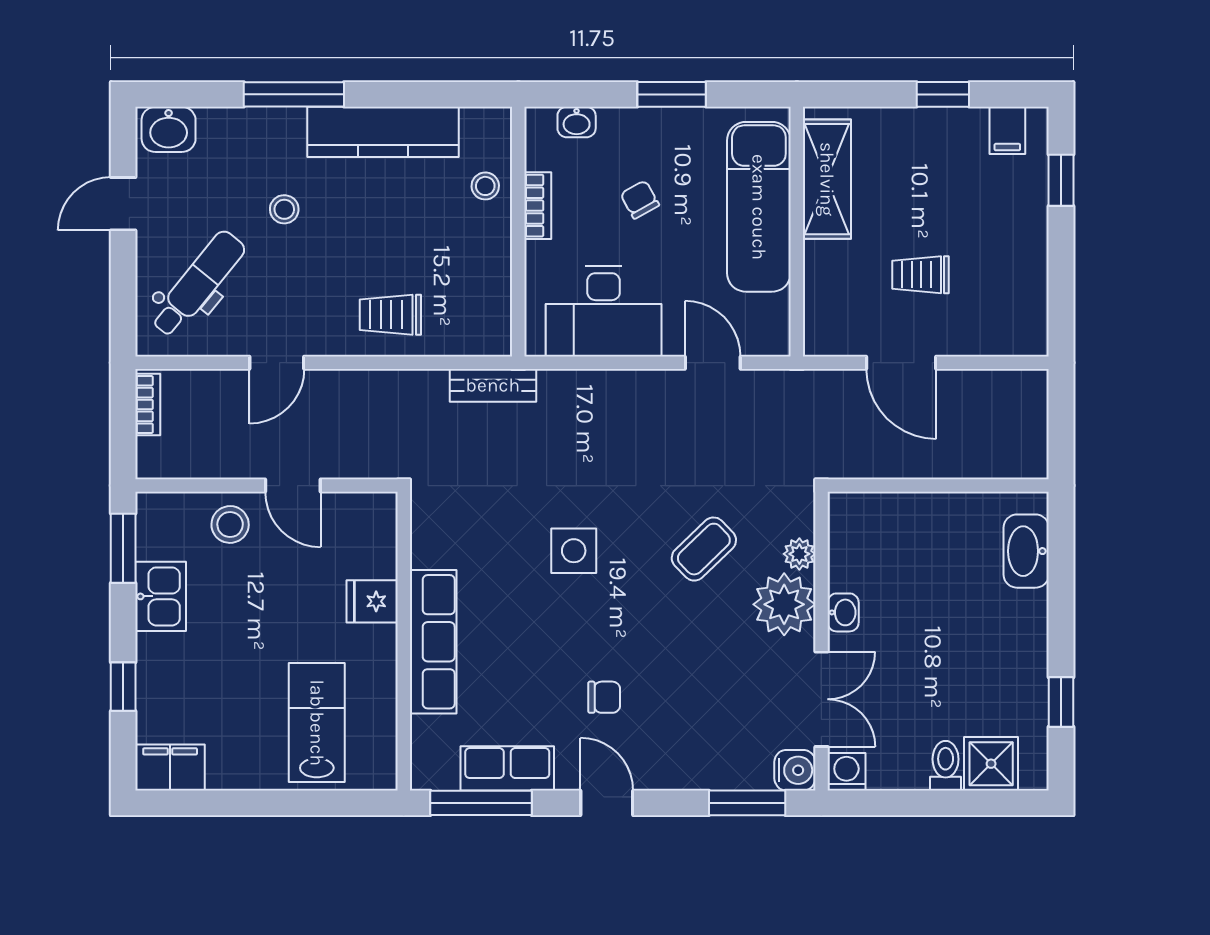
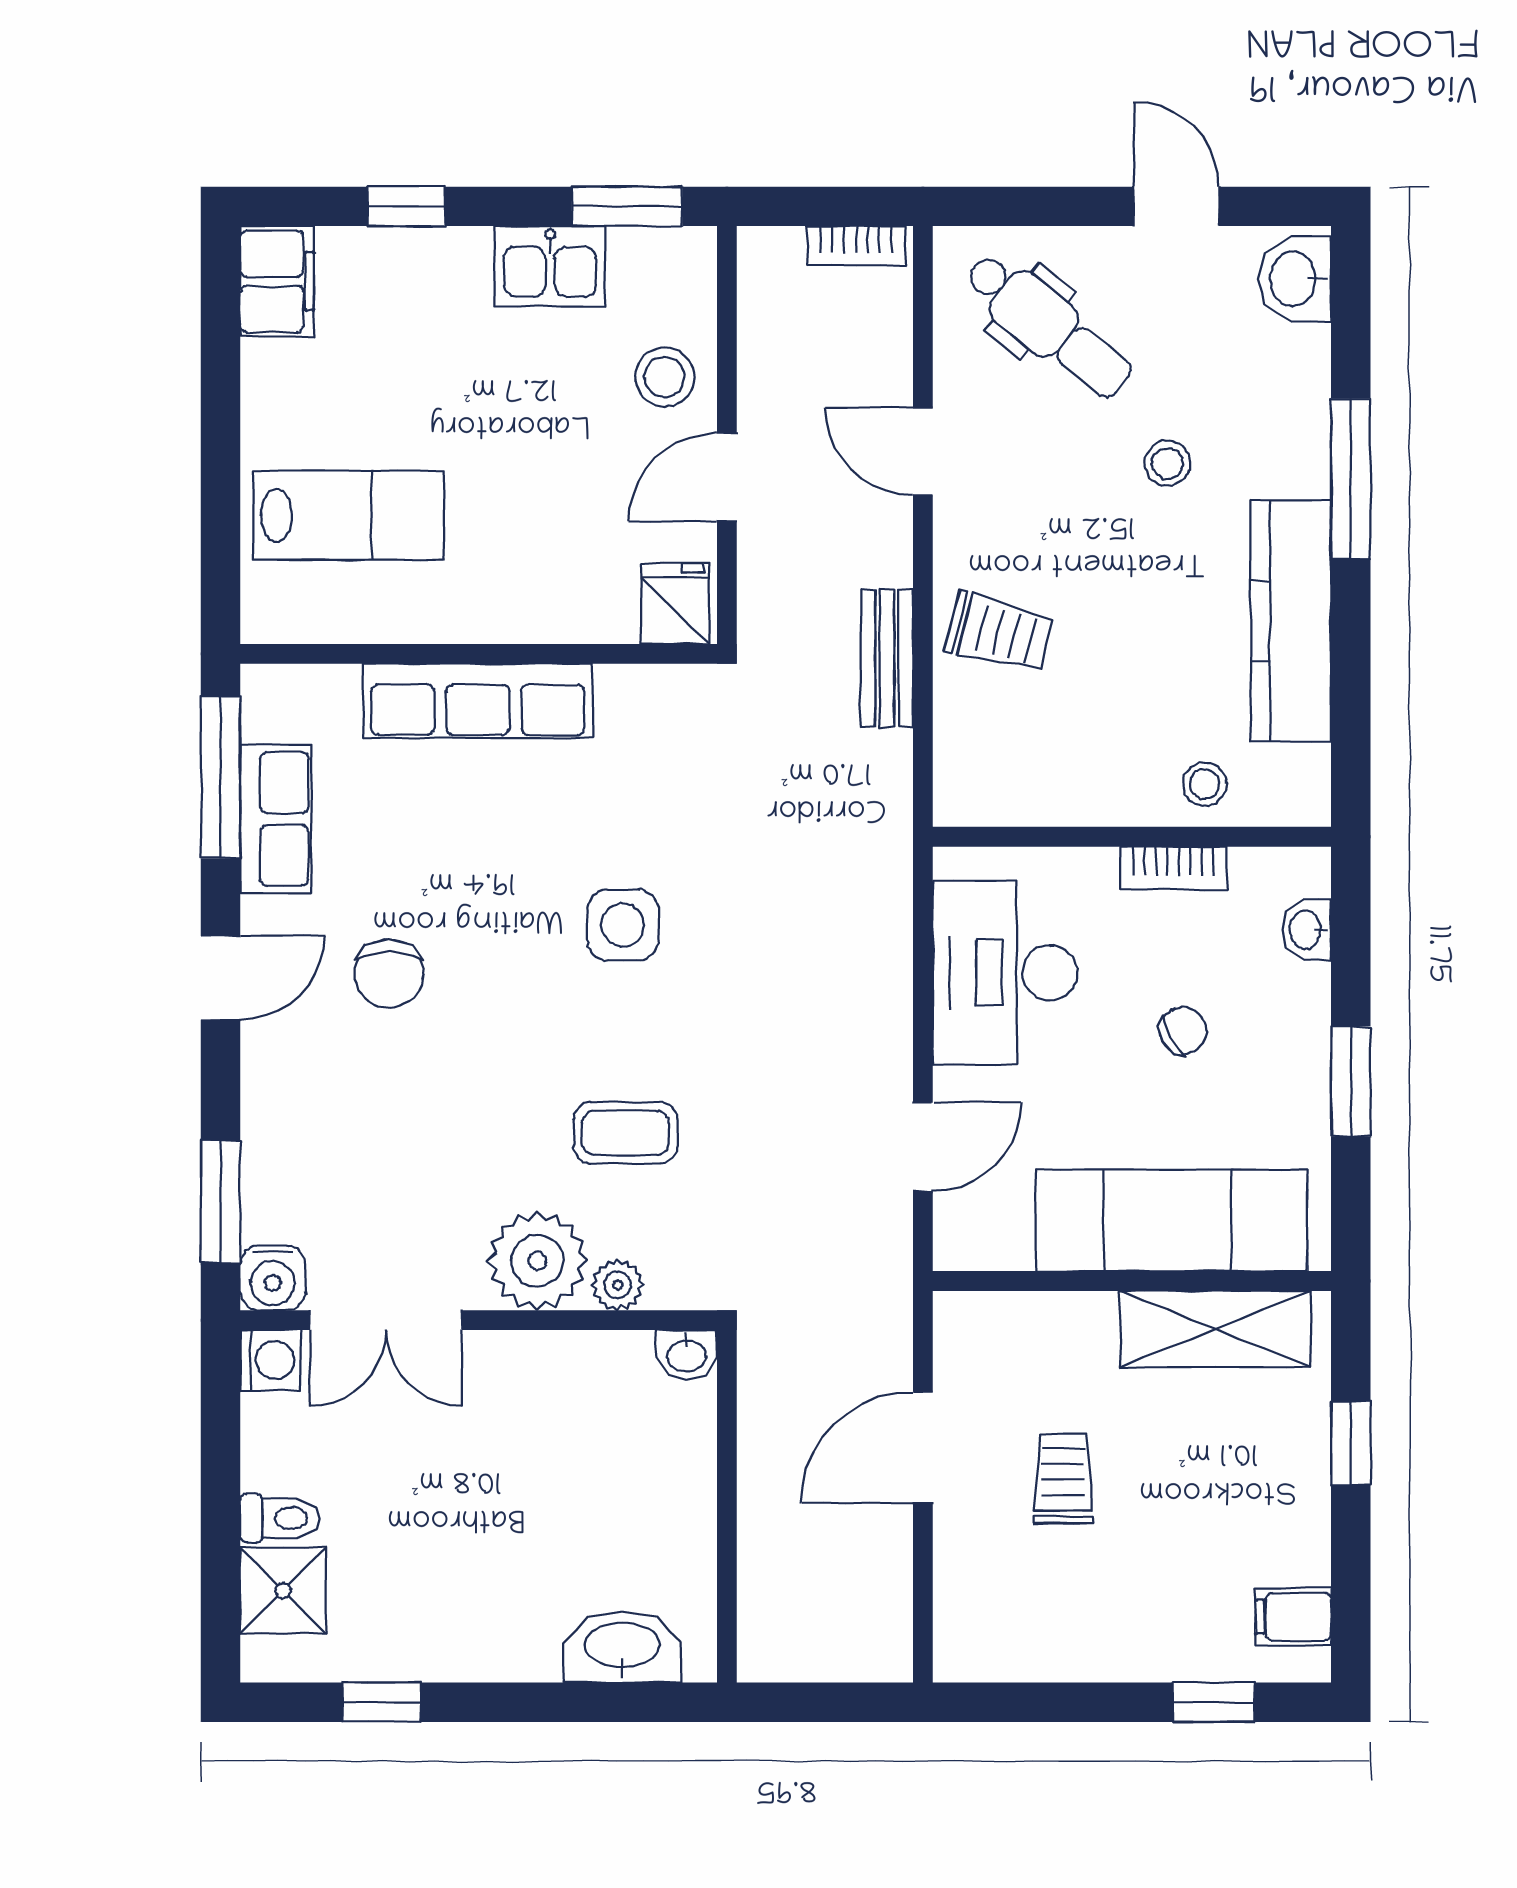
window: (943, 94) -> (1351, 1443), moved
trolley: (390, 315) -> (999, 633), turned 104
bench: (493, 385) -> (887, 658), moved
coffee table: (704, 549) -> (626, 1133), turned -46
fridge: (372, 601) -> (675, 604), moved
washbasin: (843, 612) -> (687, 1355), moved
chair: (604, 697) -> (389, 974), width x1.37, depth x1.37

